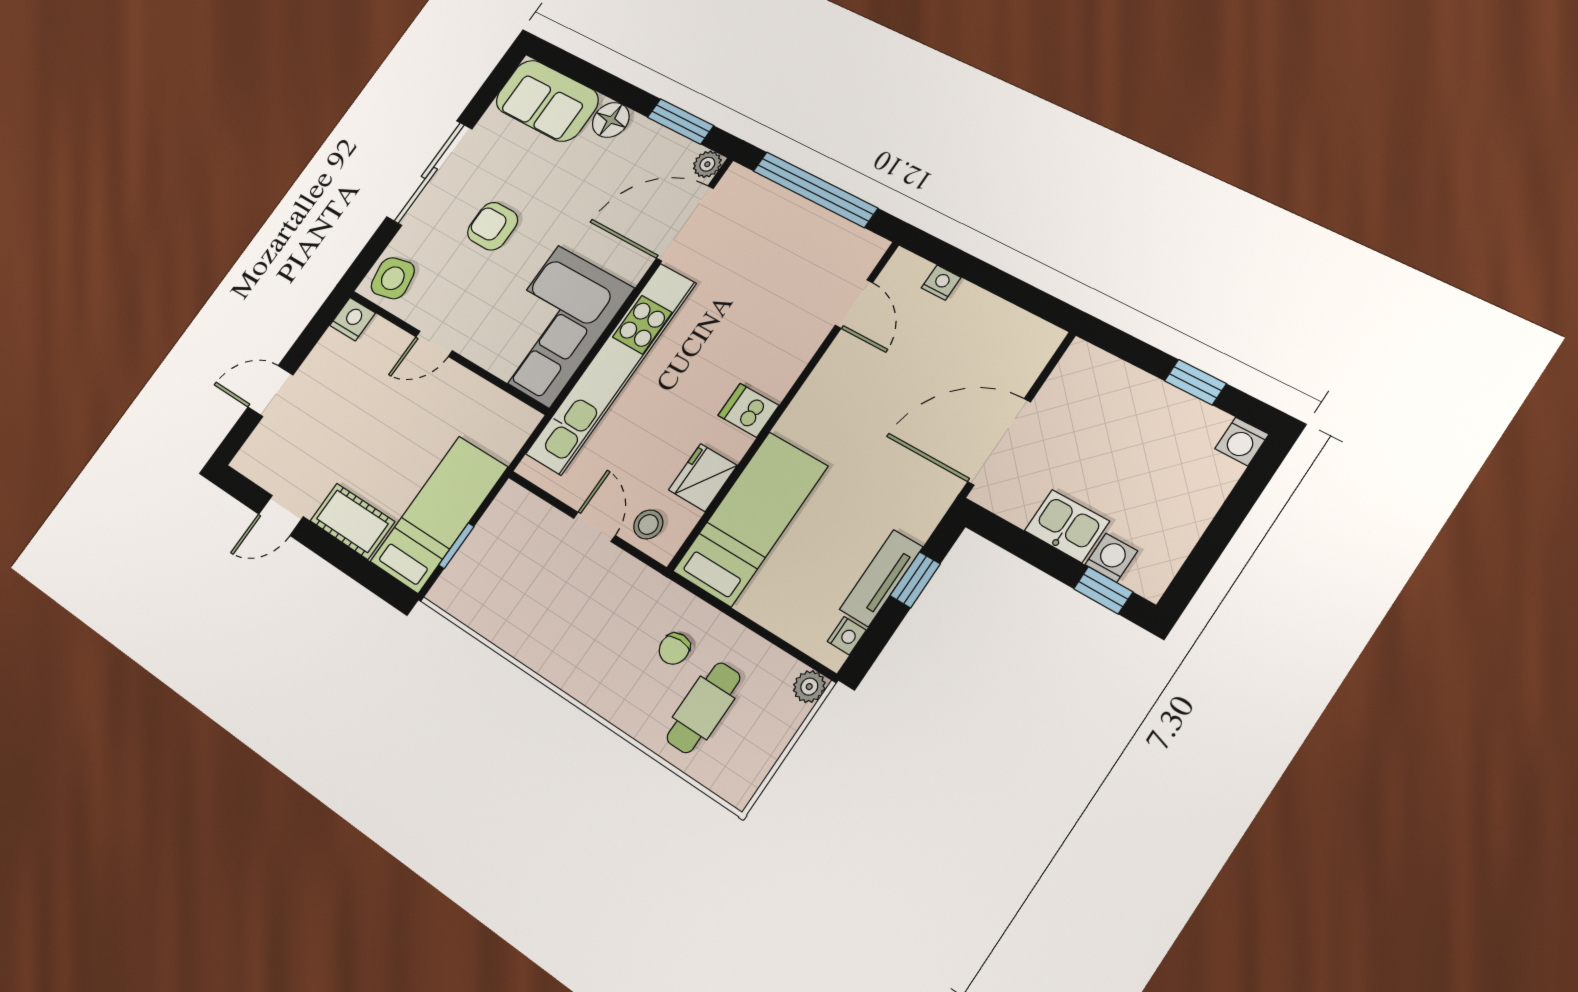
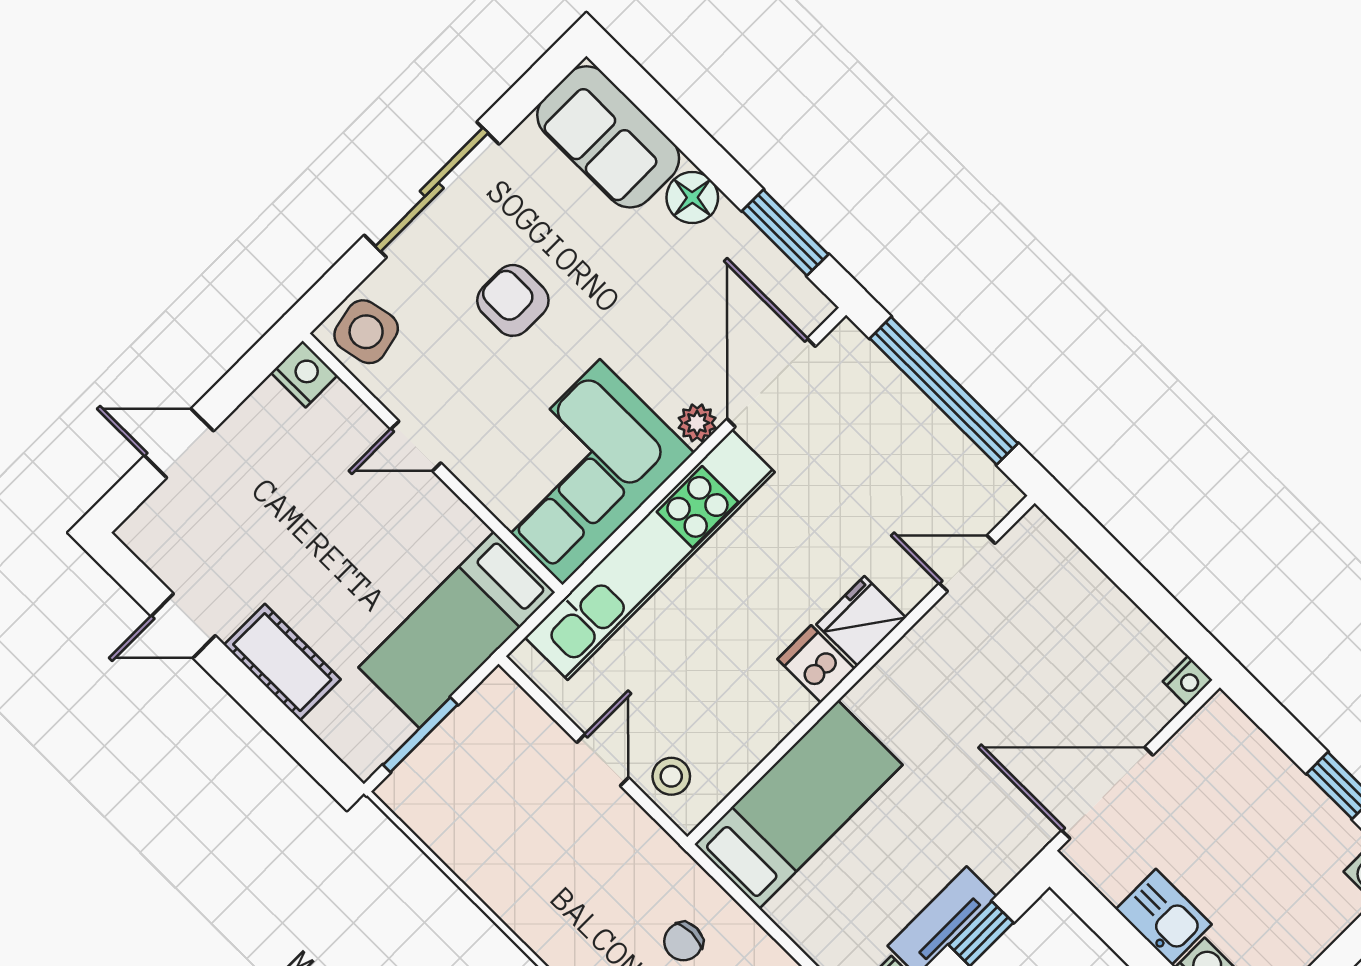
plant: (707, 164) -> (697, 423), moved
door: (685, 223) -> (771, 383), hinge flipped
nightstand: (941, 283) -> (1188, 681), moved, turned 90
door: (854, 304) -> (967, 563), swing flipped
fridge: (703, 478) -> (861, 621), moved
bed: (439, 514) -> (457, 630), moved, turned 180
window: (456, 546) -> (420, 735), width x1.50

